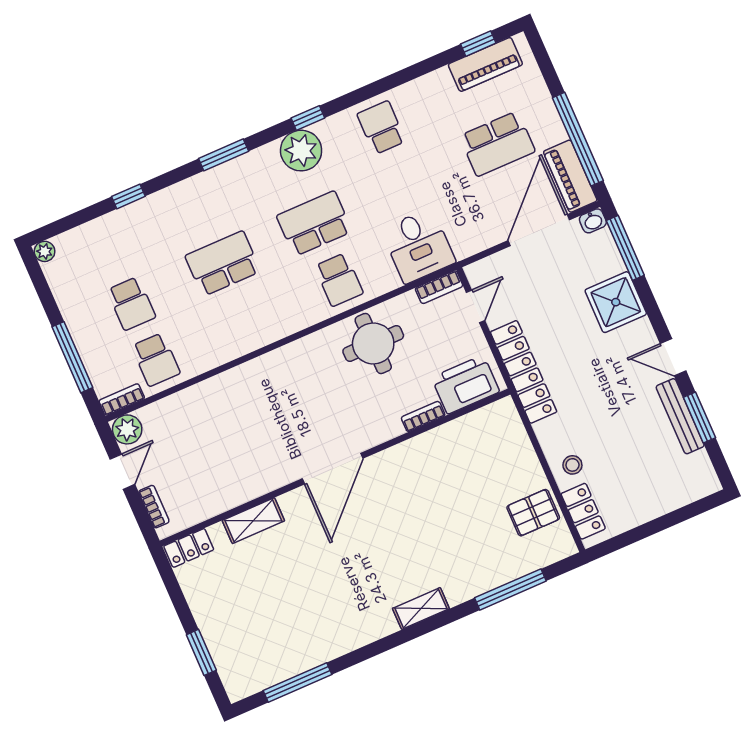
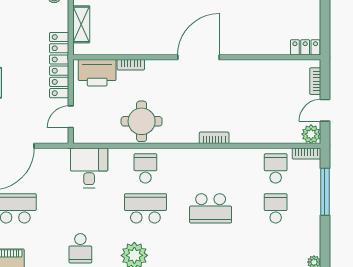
school desk: (314, 224) -> (145, 208), turned 180
bookcase: (439, 287) -> (214, 138), moved
shelving: (253, 521) -> (81, 24), moved, turned 90

